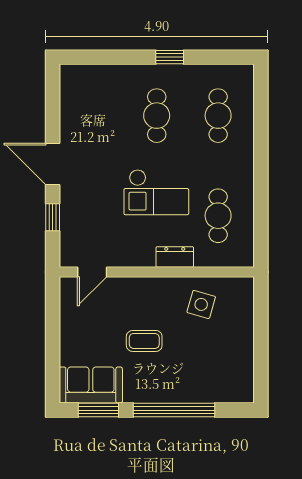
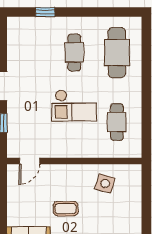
window: (170, 57) -> (45, 12), moved
cafe table: (218, 116) -> (117, 53), width x1.37, depth x1.35
dresser: (175, 257) -> (87, 151), removed

